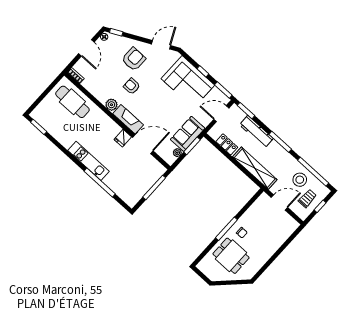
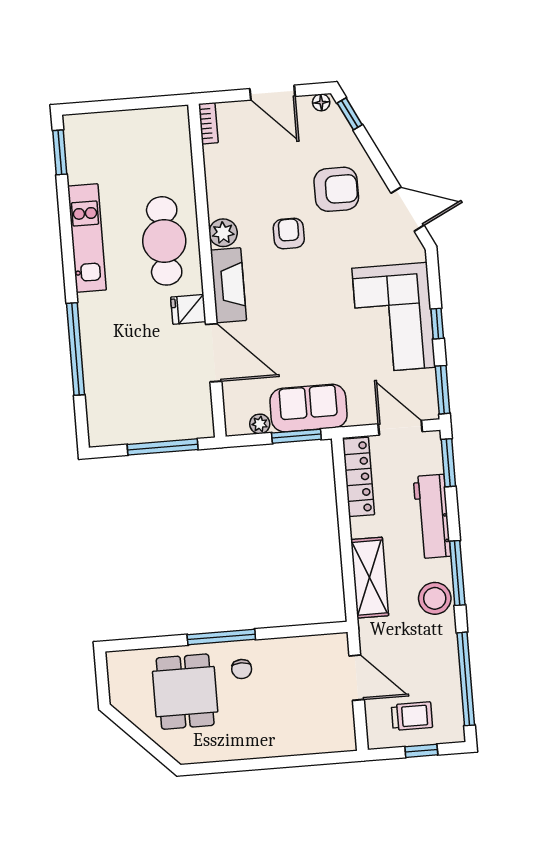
door: (86, 48) -> (272, 93), hinge flipped
cafe table: (72, 102) -> (164, 241), moved
locker: (227, 144) -> (359, 477), width x1.53
kitchen unit: (89, 161) -> (87, 238), moved
shelving: (255, 168) -> (370, 578), width x0.68
stool: (300, 180) -> (435, 598), moved

